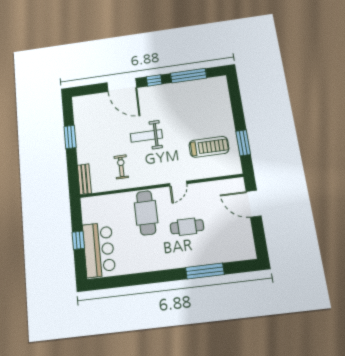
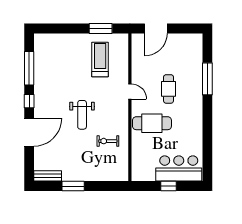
bench: (84, 179) -> (48, 176), moved

